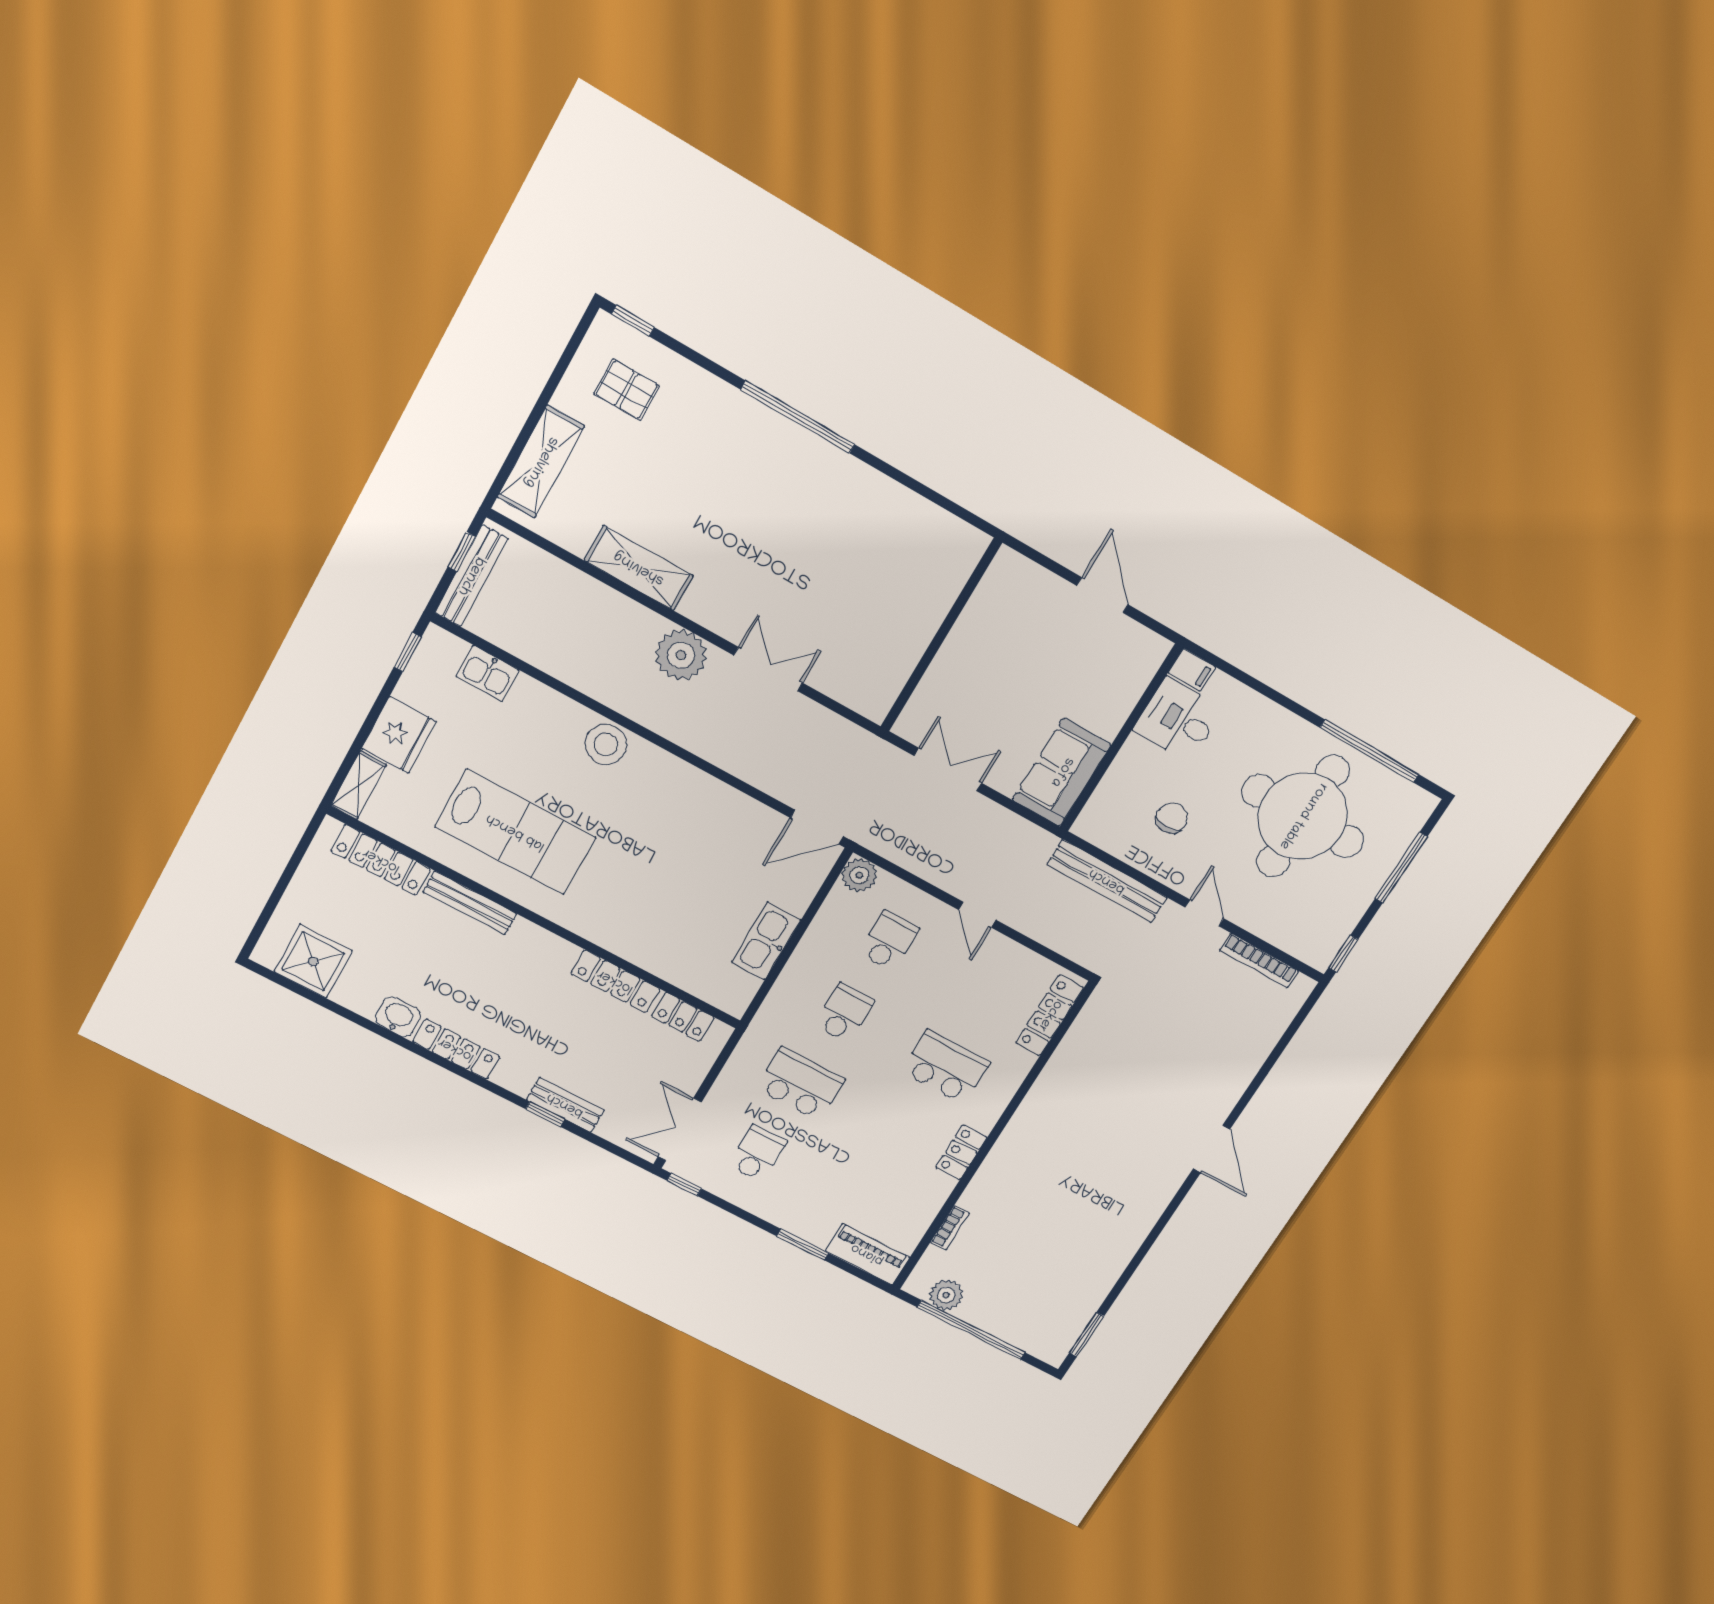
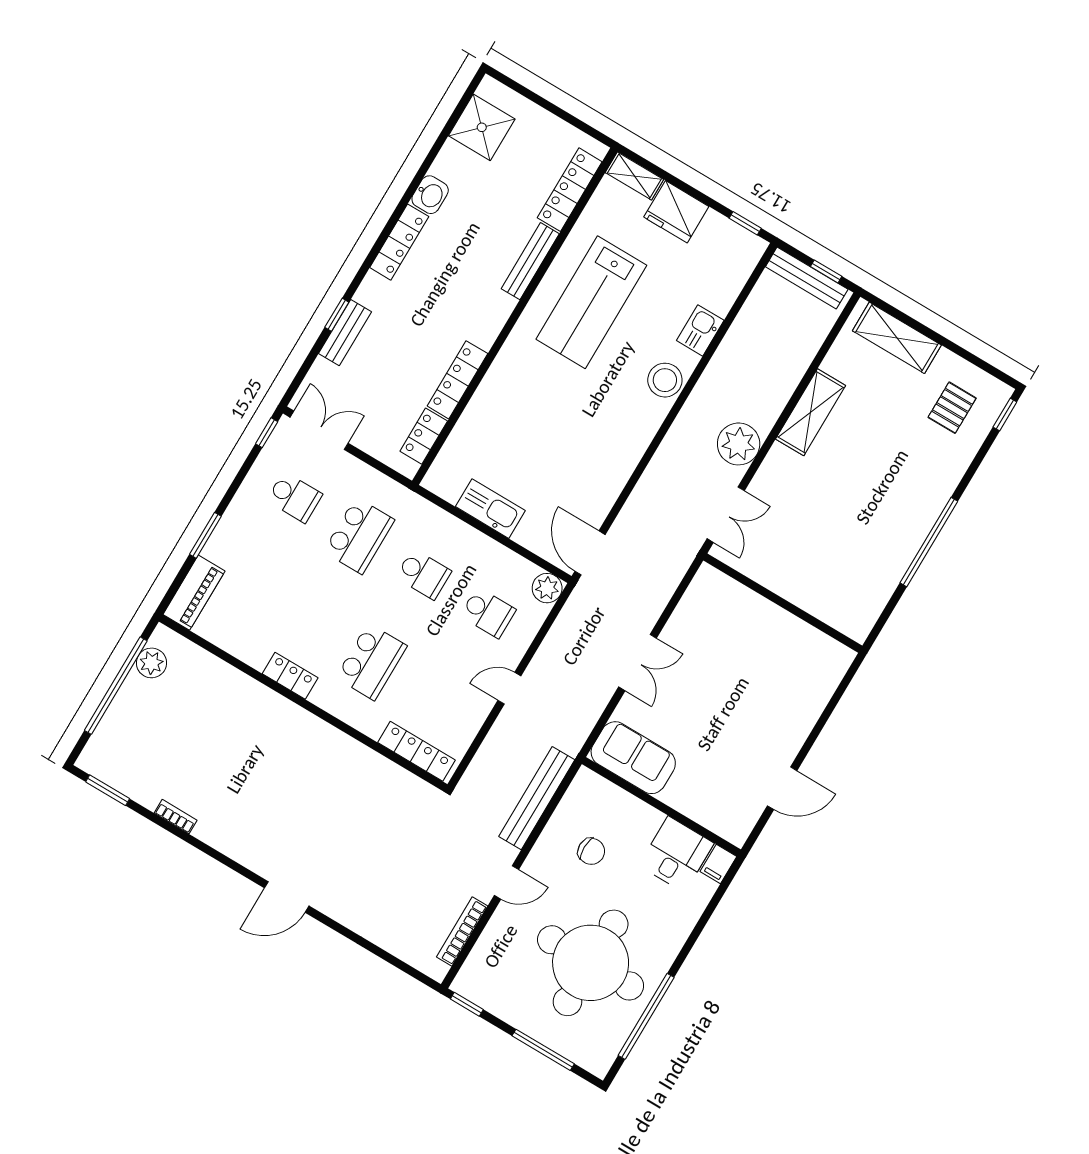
wall: (941, 635) -> (783, 603), moved
kitchen sink: (488, 673) -> (700, 330), moved
bookcase: (950, 1228) -> (176, 817), moved, turned 180

